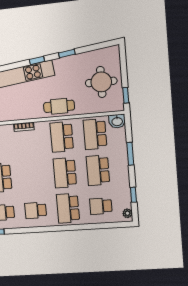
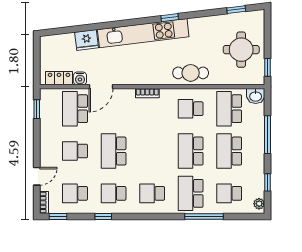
window: (67, 53) -> (236, 10), moved
school desk: (62, 137) -> (191, 109), width x0.54
window: (130, 154) -> (268, 135), width x1.44
window: (81, 227) -> (204, 217), added

